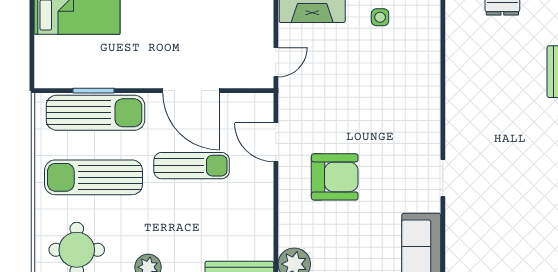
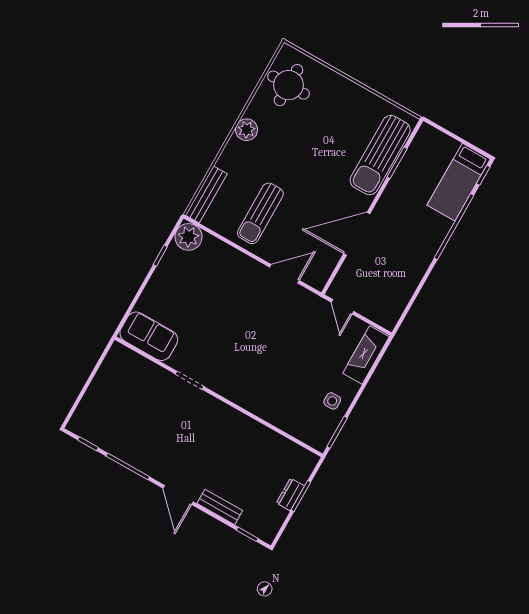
sun lounger: (192, 166) -> (260, 213), moved
sun lounger: (94, 177) -> (334, 127), removed
armchair: (335, 177) -> (235, 302), removed

